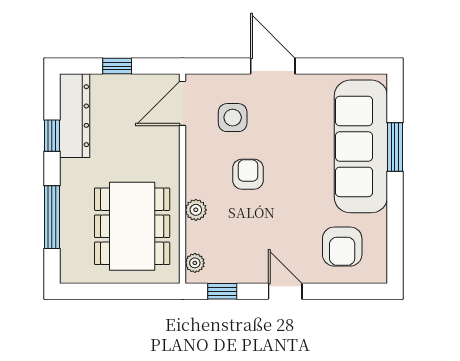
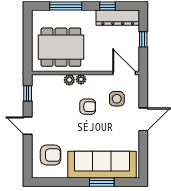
armchair: (342, 247) -> (51, 155), turned 180
plant: (195, 263) -> (81, 79), moved
door: (285, 291) -> (28, 126), swing flipped

